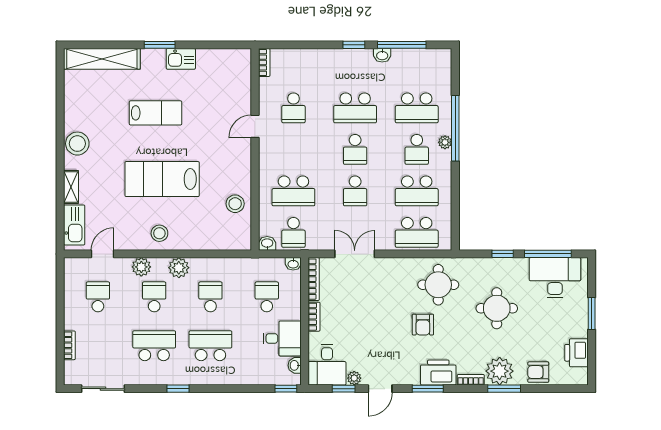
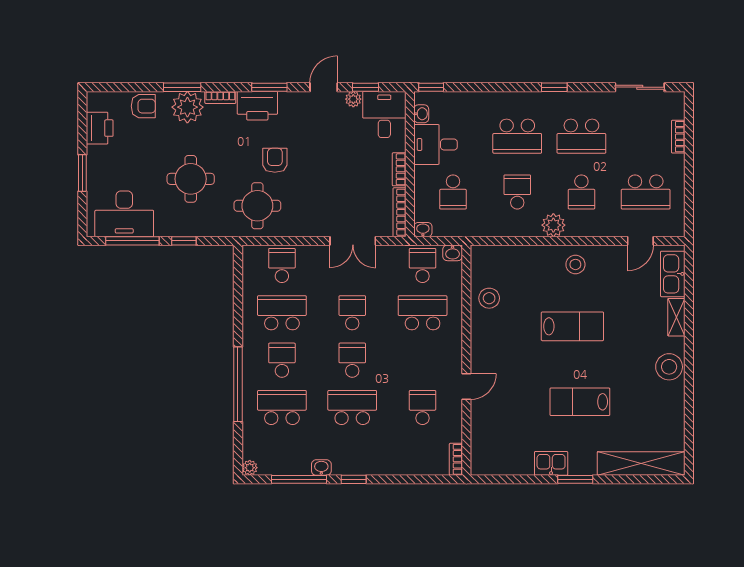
plant: (445, 142) -> (250, 468), moved
lab bench: (162, 179) -> (572, 326), width x0.73, depth x0.72
school desk: (417, 232) -> (282, 265), width x0.54
plant: (141, 267) -> (596, 226), removed
school desk: (98, 297) -> (646, 192), width x1.85
school desk: (210, 297) -> (517, 192), turned 180

